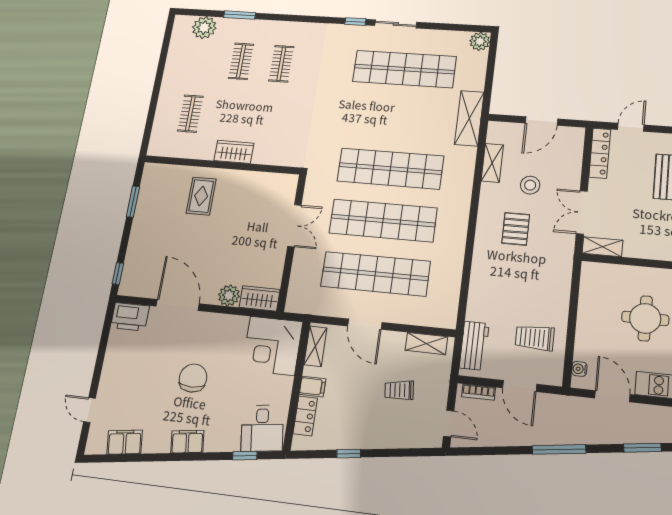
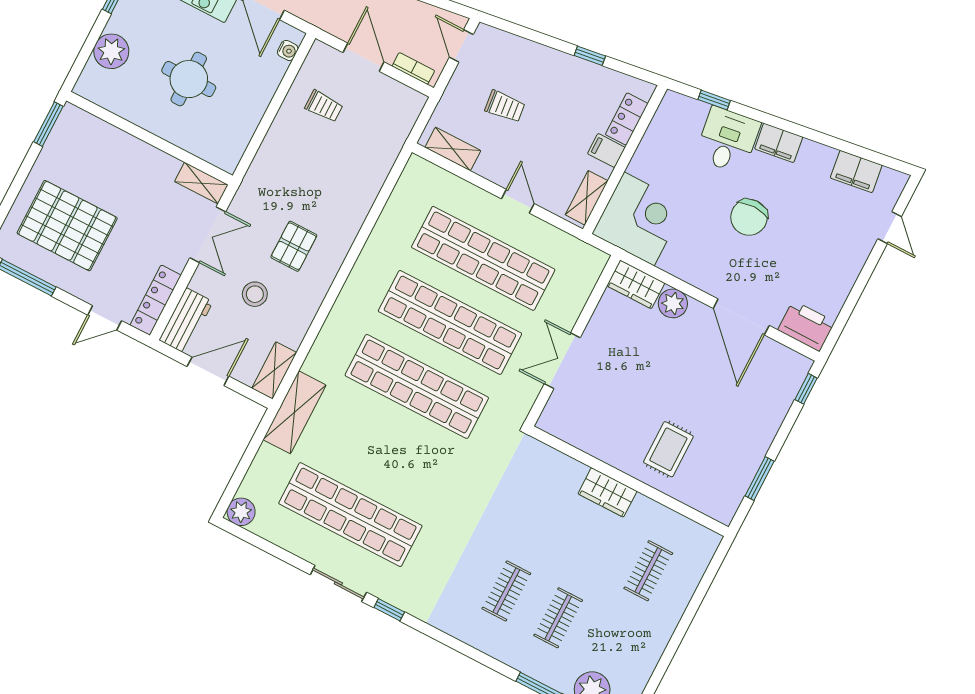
shelving: (492, 163) -> (274, 370), moved
door: (365, 324) -> (518, 201), width x0.73
trolley: (535, 338) -> (324, 106), width x0.73, depth x0.72
workbench: (474, 346) -> (186, 321), moved, turned 180
desk: (262, 428) -> (728, 140), moved

